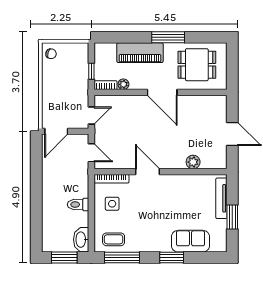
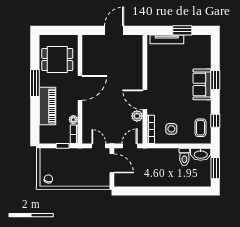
dining table: (197, 65) -> (57, 59), turned 90
door: (56, 131) -> (112, 163), moved
plant: (193, 162) -> (137, 116), moved
door: (147, 172) -> (145, 100), hinge flipped
toilet: (78, 205) -> (184, 157), moved
sofa: (190, 241) -> (202, 84), moved
window: (122, 257) -> (215, 121), width x0.46

